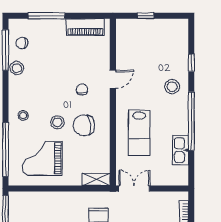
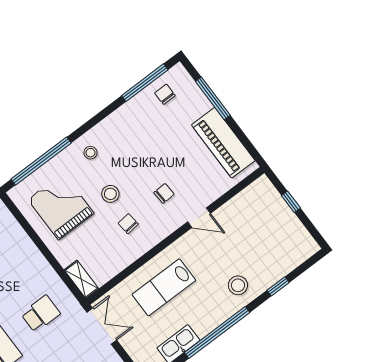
piano: (85, 27) -> (223, 143), width x1.37, depth x1.33
stool: (17, 68) -> (135, 109), removed
chair: (84, 125) -> (128, 224), width x0.54, depth x0.54

